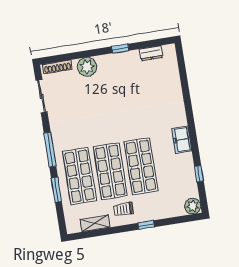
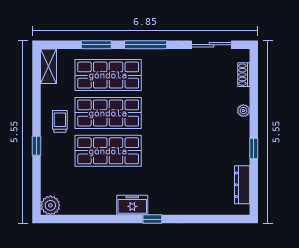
dresser: (151, 53) -> (242, 185), width x1.44
shoe rack: (57, 67) -> (244, 75), width x0.70
plant: (87, 67) -> (243, 111), width x0.53, depth x0.53
window: (199, 174) -> (152, 219), moved
shelving: (95, 223) -> (49, 66), moved

